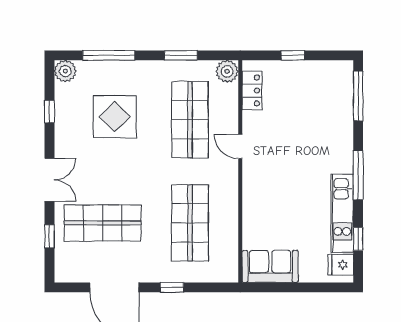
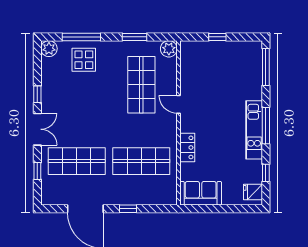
locker: (252, 90) -> (187, 147), moved
window: (49, 112) -> (37, 94), moved
display table: (115, 117) -> (84, 60), moved, width x0.73, depth x0.73
kitchen unit: (342, 213) -> (254, 130), moved
shop shelf: (190, 223) -> (141, 161), turned 90

